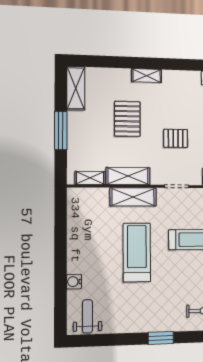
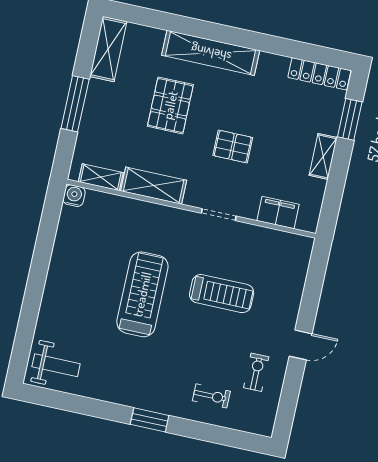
shelving: (147, 76) -> (211, 53), width x2.20, depth x1.33
shelving: (133, 197) -> (154, 216), removed
water cooler: (74, 282) -> (74, 196), moved, turned 90
weight bench: (88, 316) -> (56, 365), turned 90

